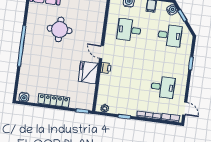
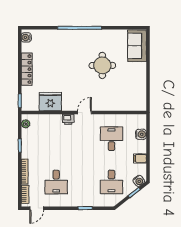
fridge: (88, 72) -> (50, 102), moved

